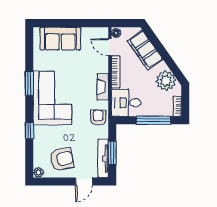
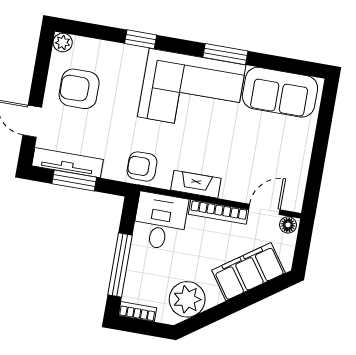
sofa: (60, 39) -> (280, 92), moved, turned -90
armchair: (98, 118) -> (142, 166), turned 180
armchair: (62, 159) -> (79, 89), turned 101

